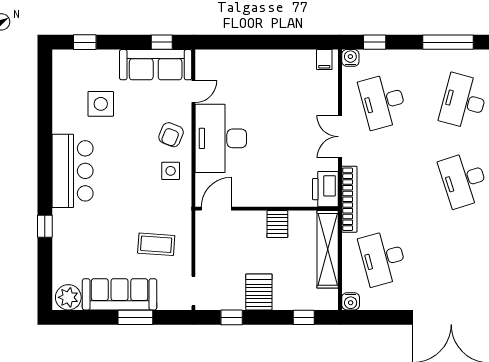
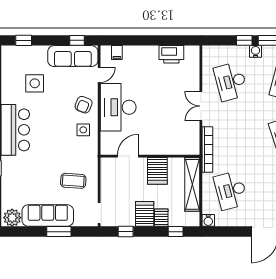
window: (375, 42) -> (244, 40), moved
water cooler: (350, 58) -> (256, 51), moved
filing cabinet: (324, 60) -> (117, 53), moved
printer: (325, 189) -> (171, 54), moved, turned -90
door: (216, 209) -> (128, 156), moved
server rack: (277, 224) -> (157, 171), width x1.36, depth x1.44
server rack: (283, 297) -> (161, 218), added

